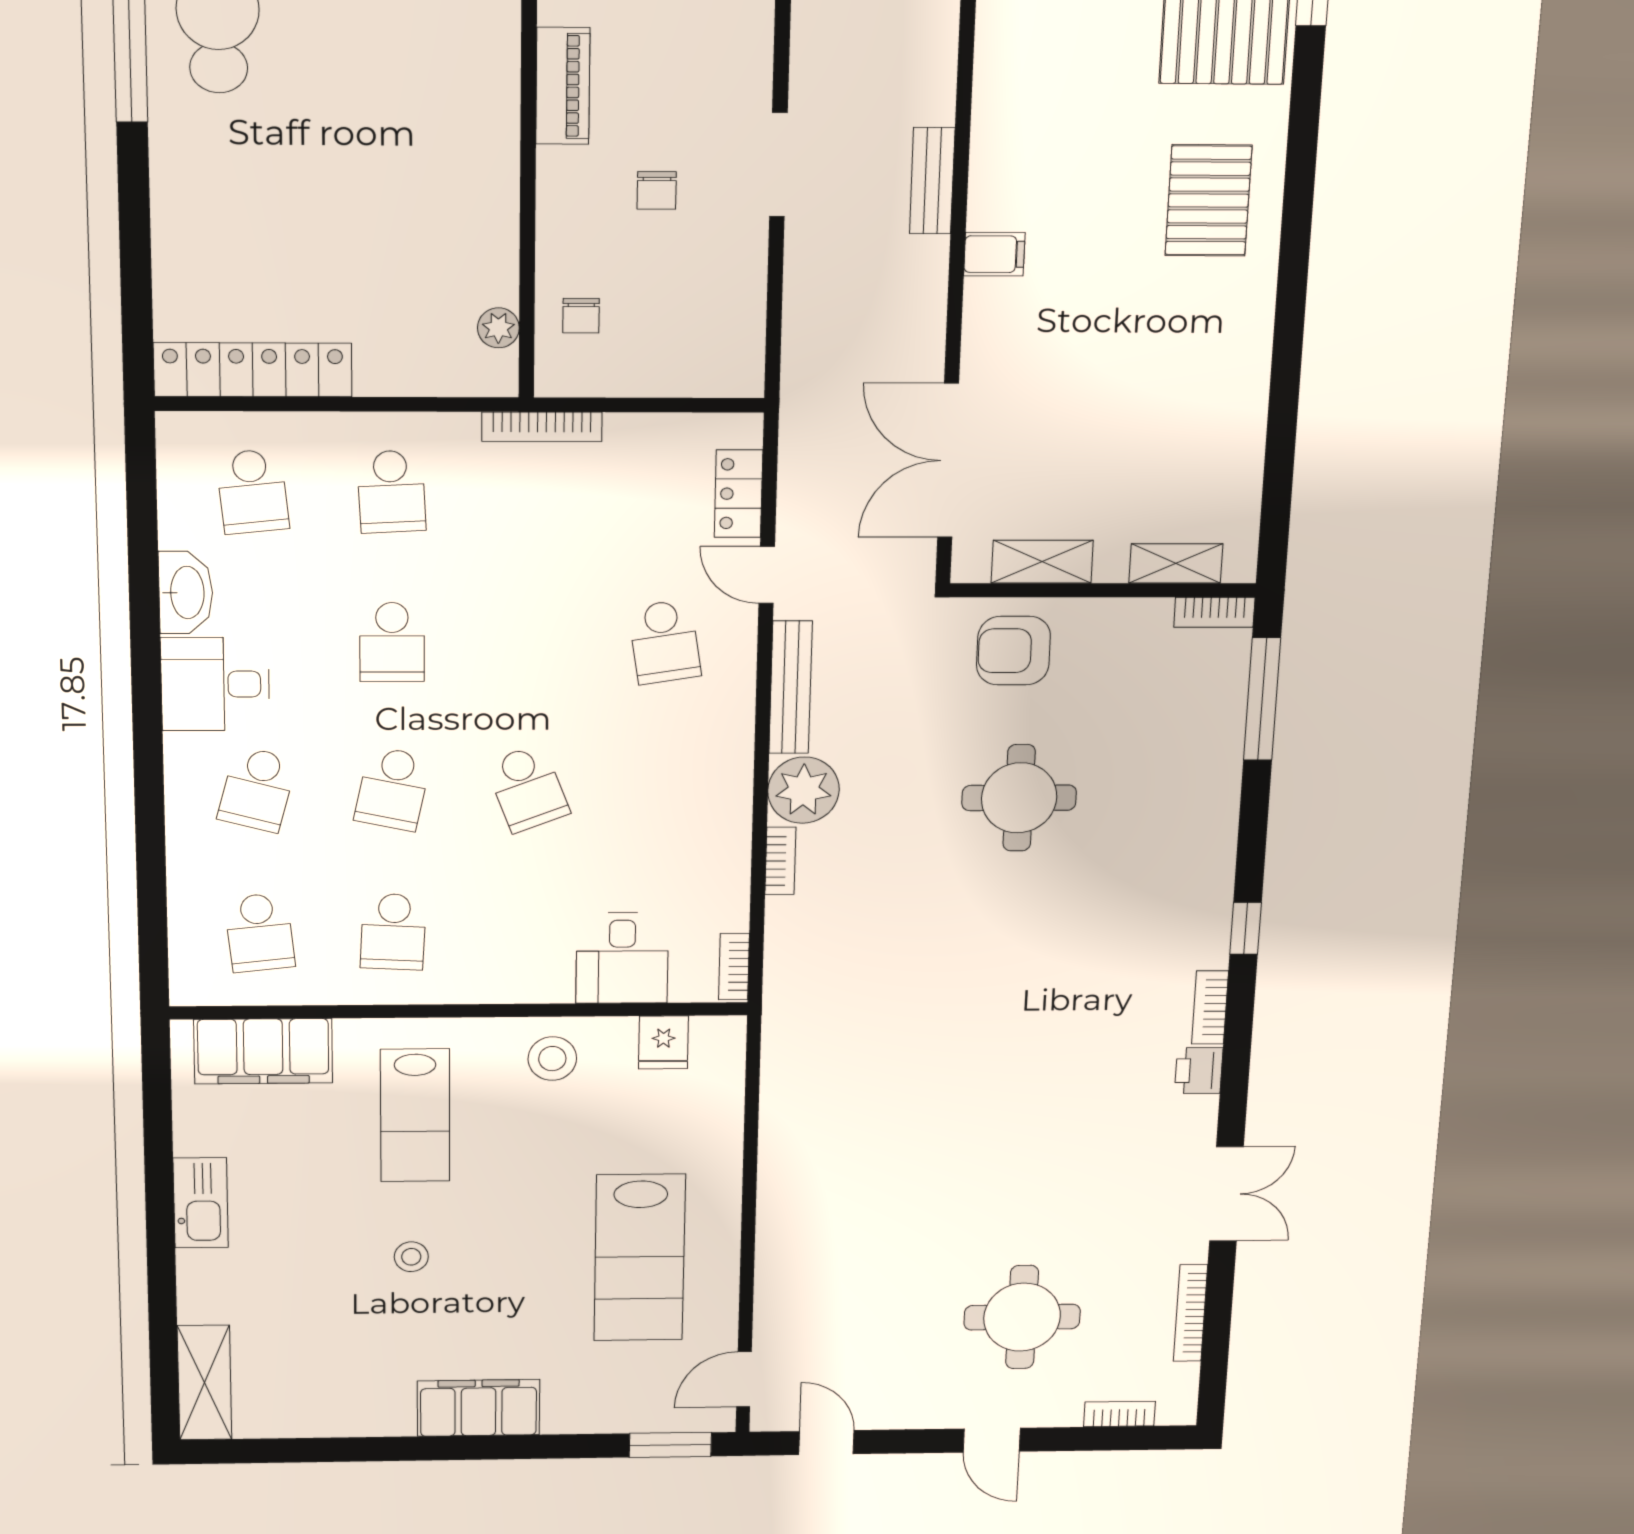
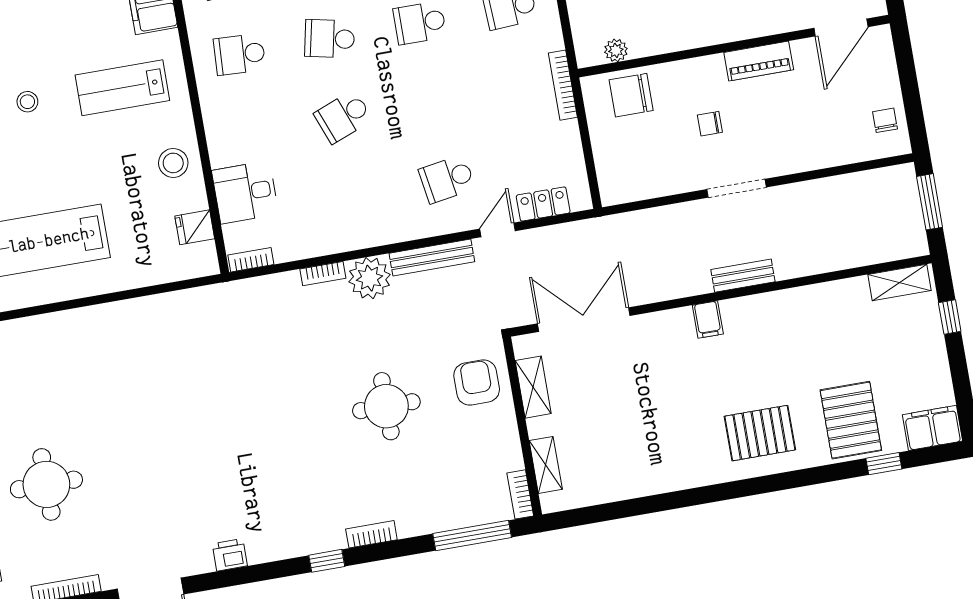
chair: (581, 316) -> (631, 95), width x1.87, depth x1.87
bookcase: (1210, 1007) -> (371, 534), moved

